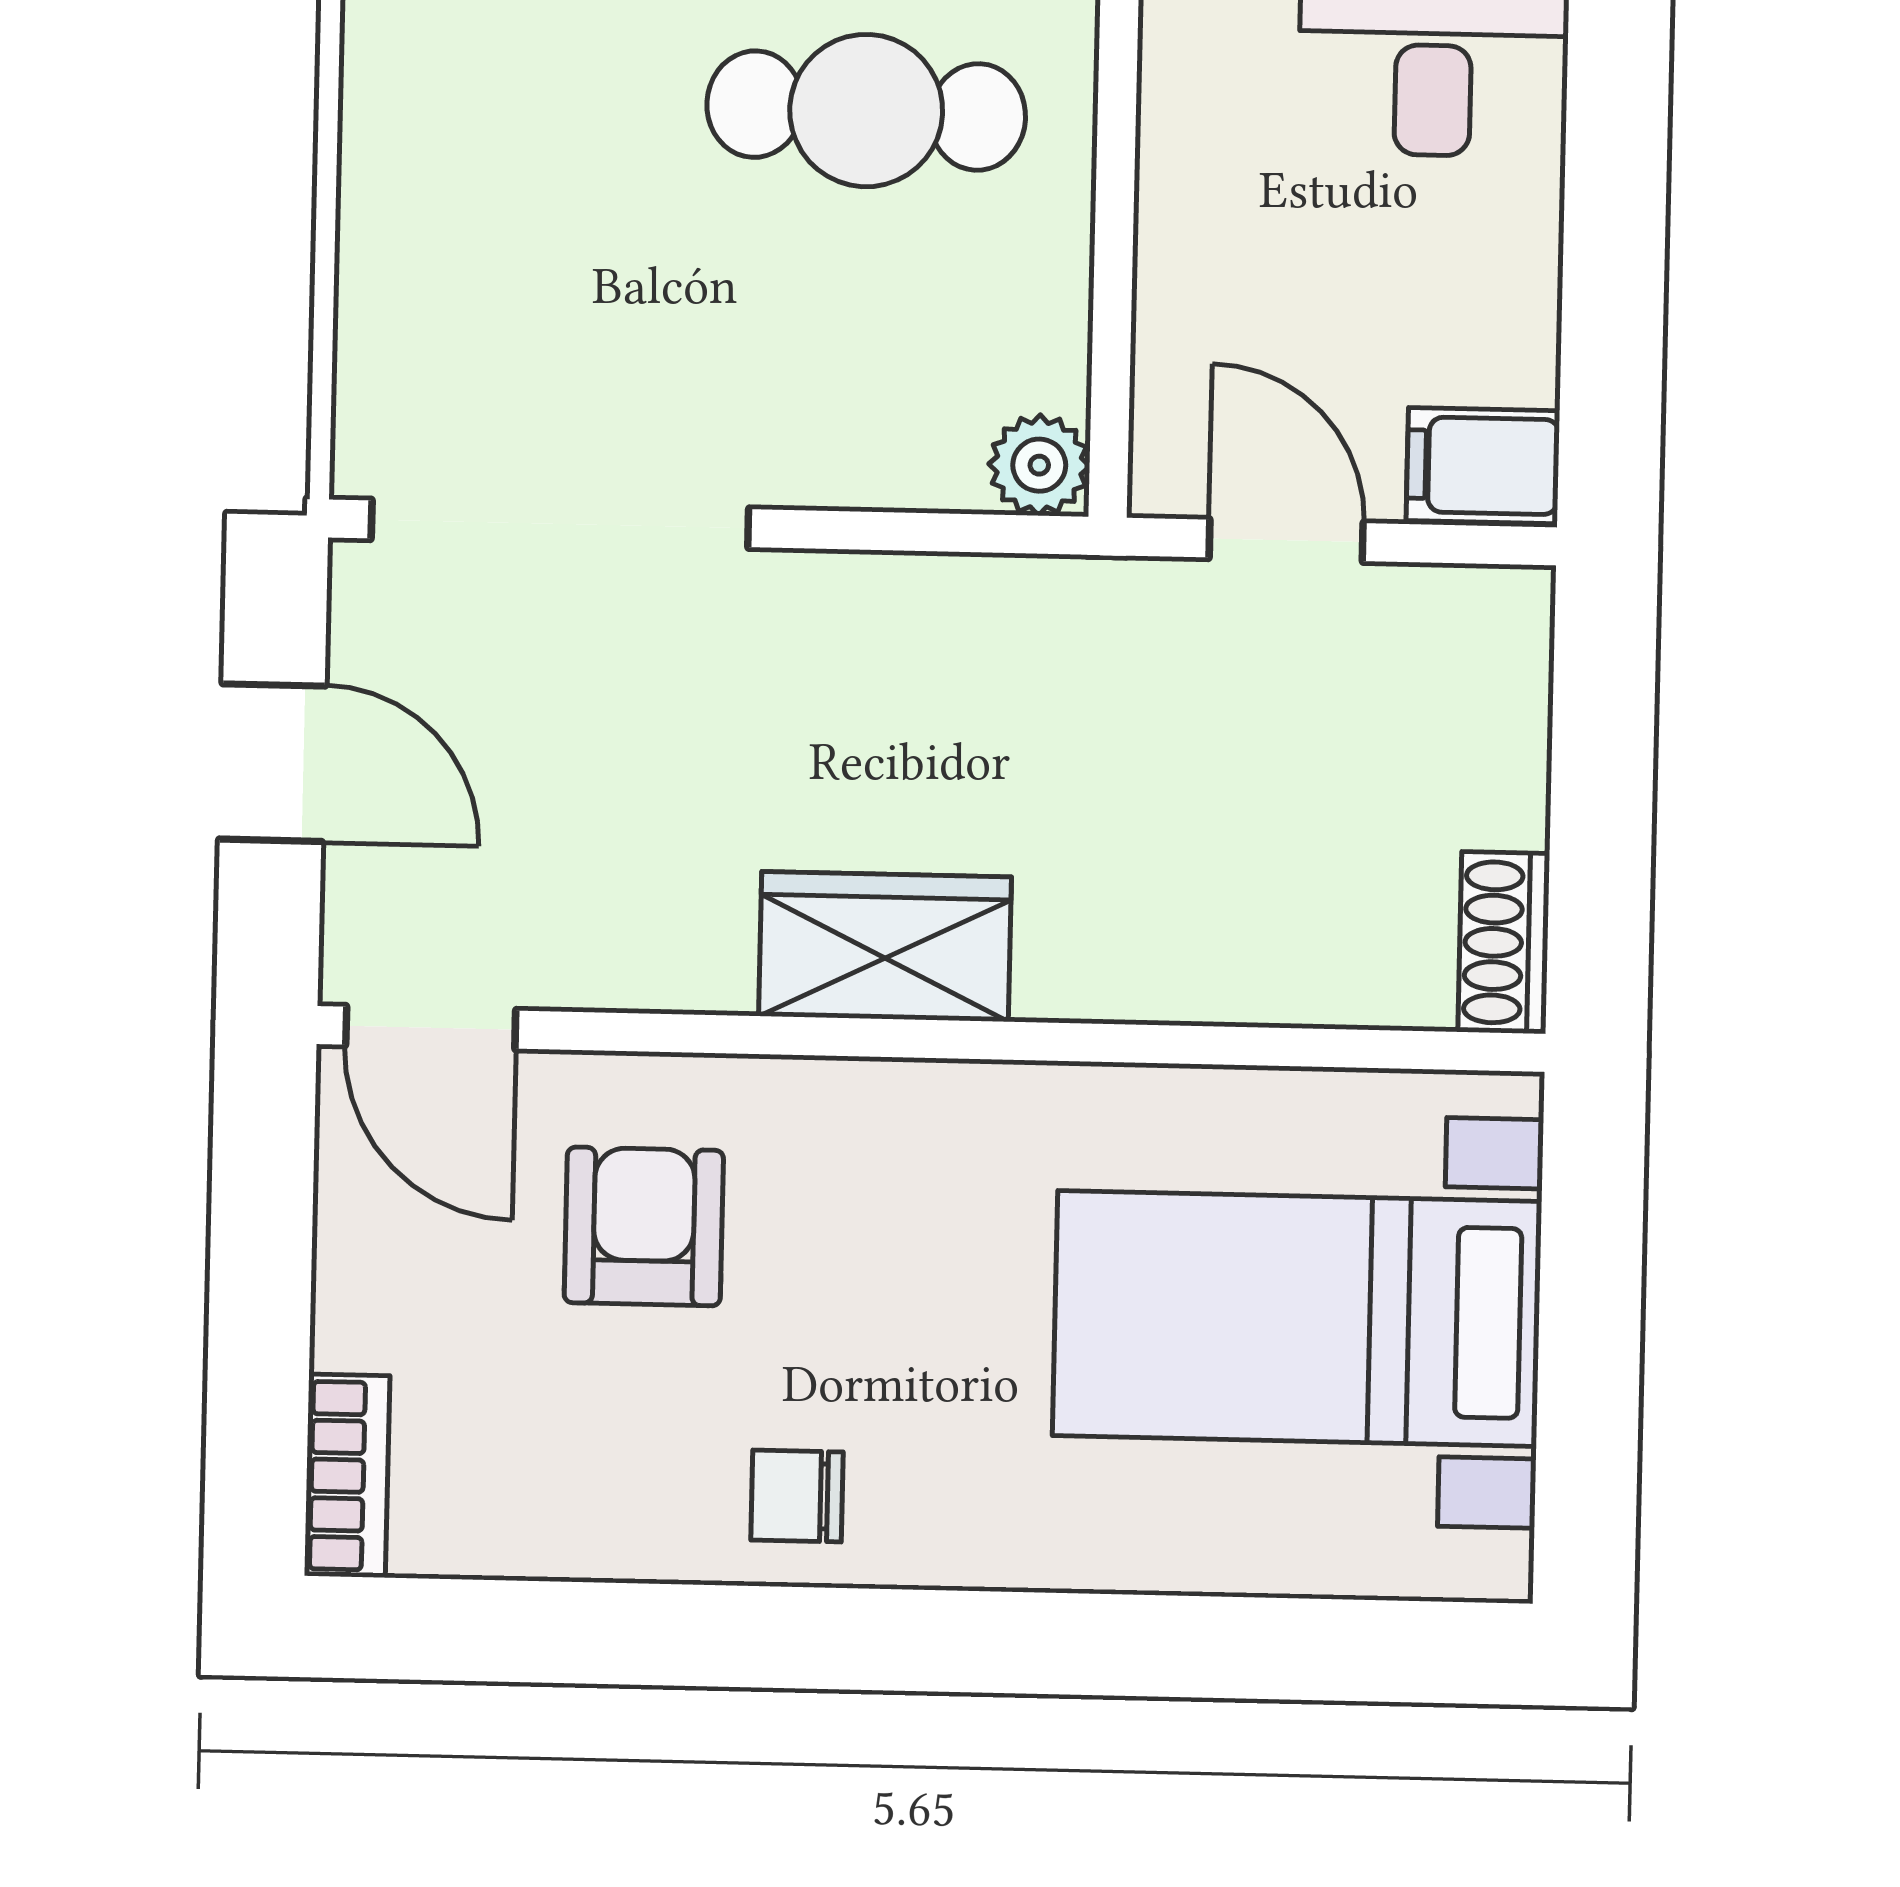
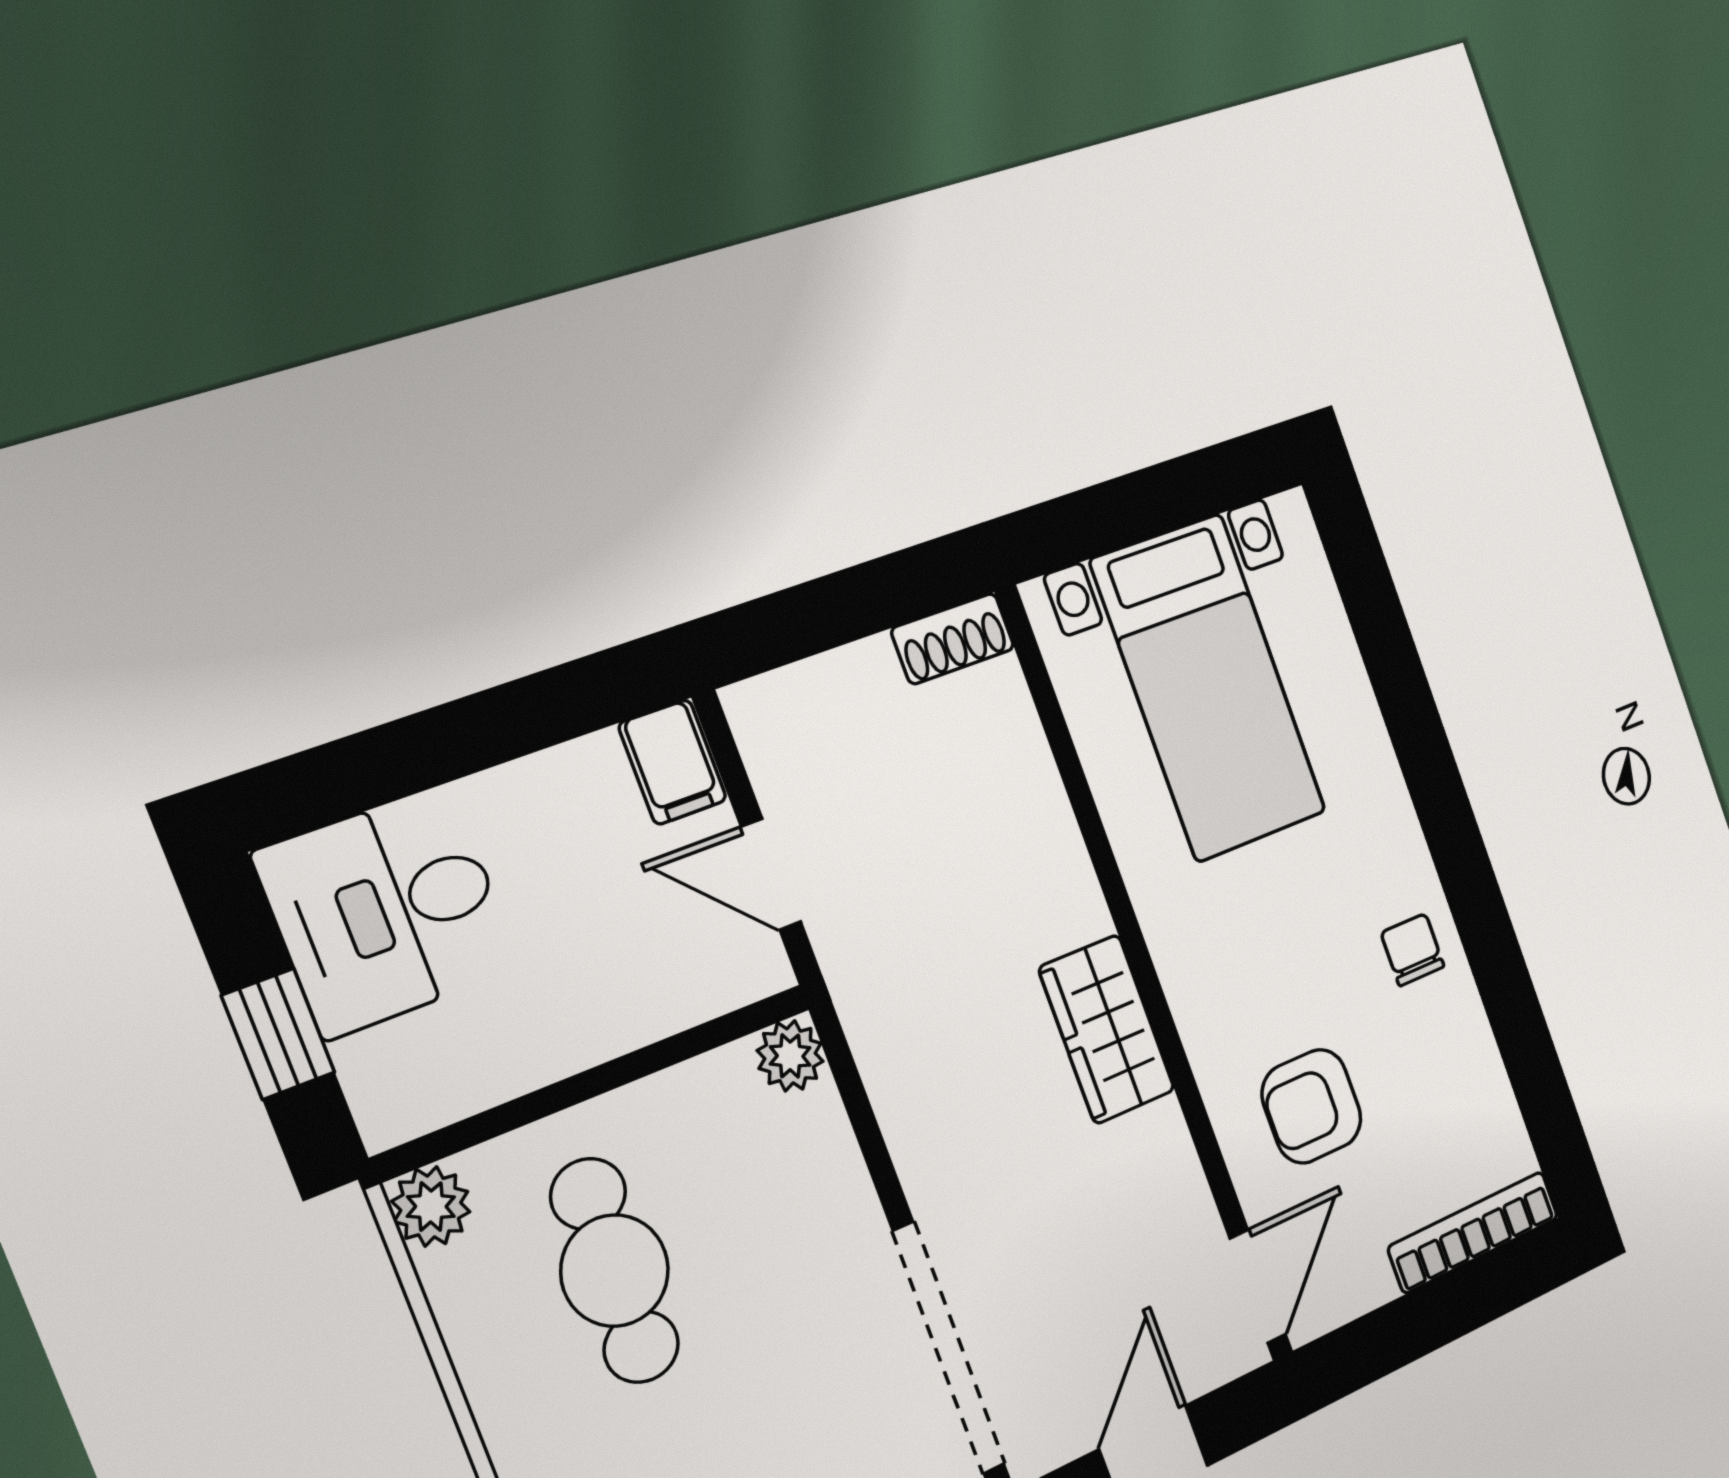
door: (1286, 540) -> (771, 874), hinge flipped
bookcase: (347, 1476) -> (1474, 1232), width x1.56
chair: (797, 1496) -> (1413, 950), turned 180

